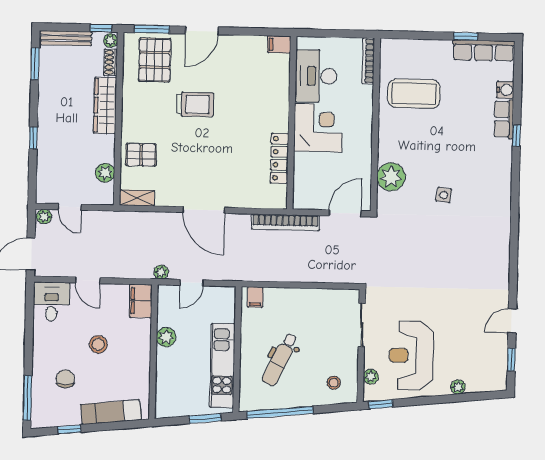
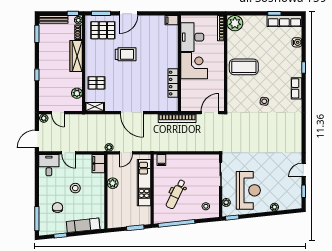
pallet: (155, 60) -> (103, 30), turned 90
coffee table: (414, 94) -> (244, 67), moved
row of seats: (504, 119) -> (296, 88), moved
plant: (391, 177) -> (235, 23), moved
reception desk: (411, 356) -> (248, 190), turned 180
kitchen unit: (222, 366) -> (144, 183), moved

